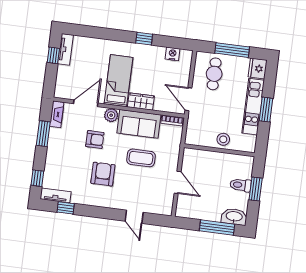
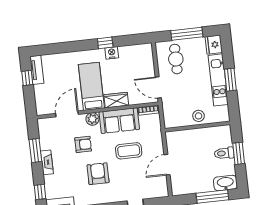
nightstand: (173, 54) -> (112, 53), moved
fireplace: (57, 114) -> (47, 162), moved
door: (178, 182) -> (167, 165), swing flipped

